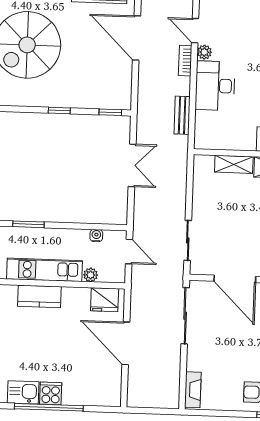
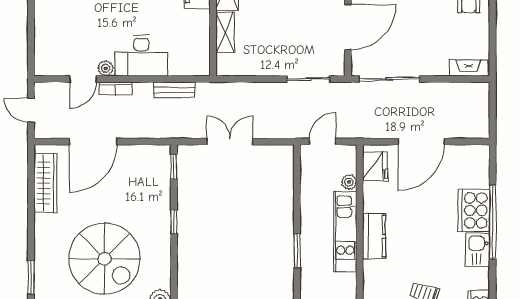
water cooler: (96, 236) -> (307, 177), removed
cooker: (51, 393) -> (474, 210), width x1.87, depth x1.31

